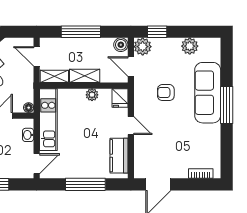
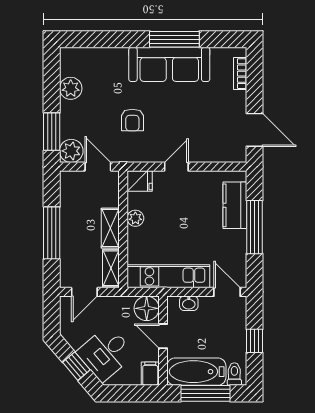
window: (157, 32) -> (52, 132), width x1.50
boiler: (121, 45) -> (69, 180), removed
door: (131, 67) -> (98, 167), swing flipped
sofa: (208, 93) -> (169, 64), moved
window: (227, 105) -> (174, 39), moved
floor lamp: (29, 108) -> (147, 308), width x1.89, depth x1.89
kitchen counter: (119, 156) -> (235, 205), moved, turned 90

